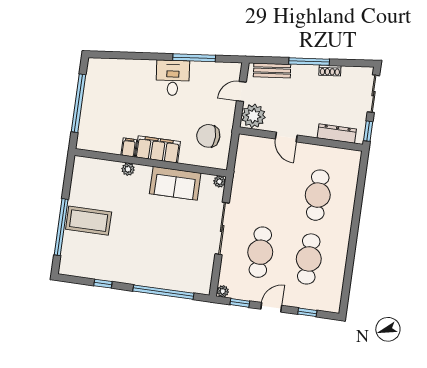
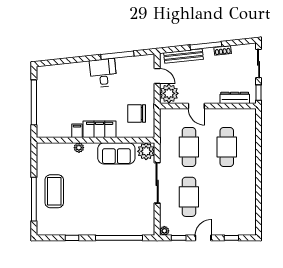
bench: (272, 70) -> (183, 56), width x1.36
door: (241, 92) -> (157, 76), swing flipped
plant: (219, 182) -> (146, 151), width x1.88, depth x1.88
coffee table: (89, 221) -> (54, 191), turned 90
cafe table: (309, 259) -> (189, 147), moved

